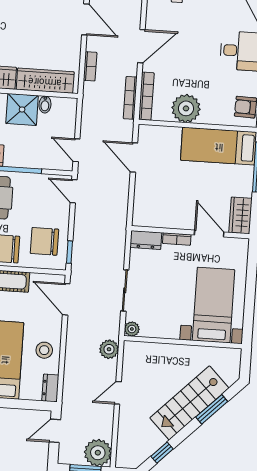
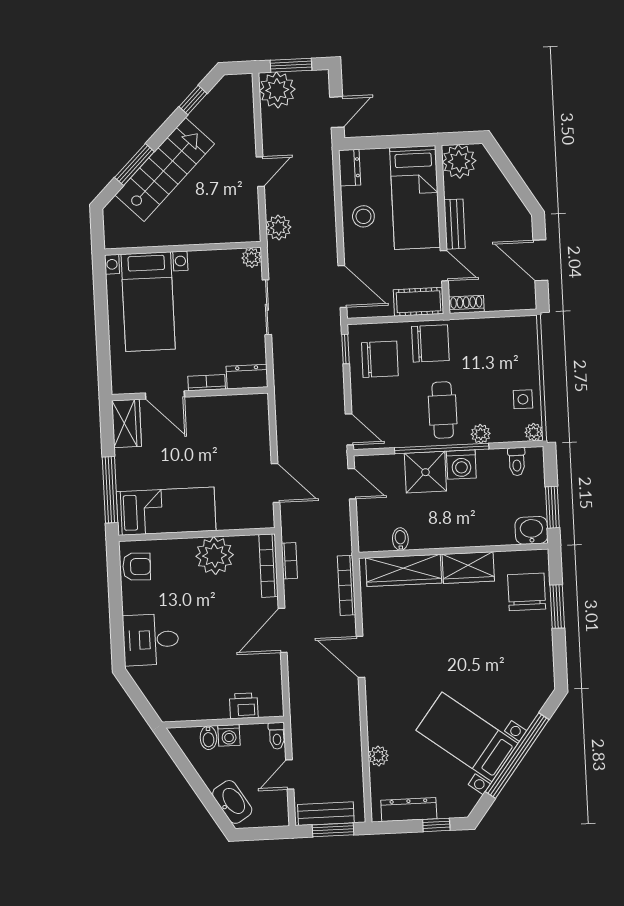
bookcase: (90, 66) -> (346, 585), width x1.56
bookcase: (130, 98) -> (289, 561), width x0.64
shower: (22, 109) -> (425, 472), moved

